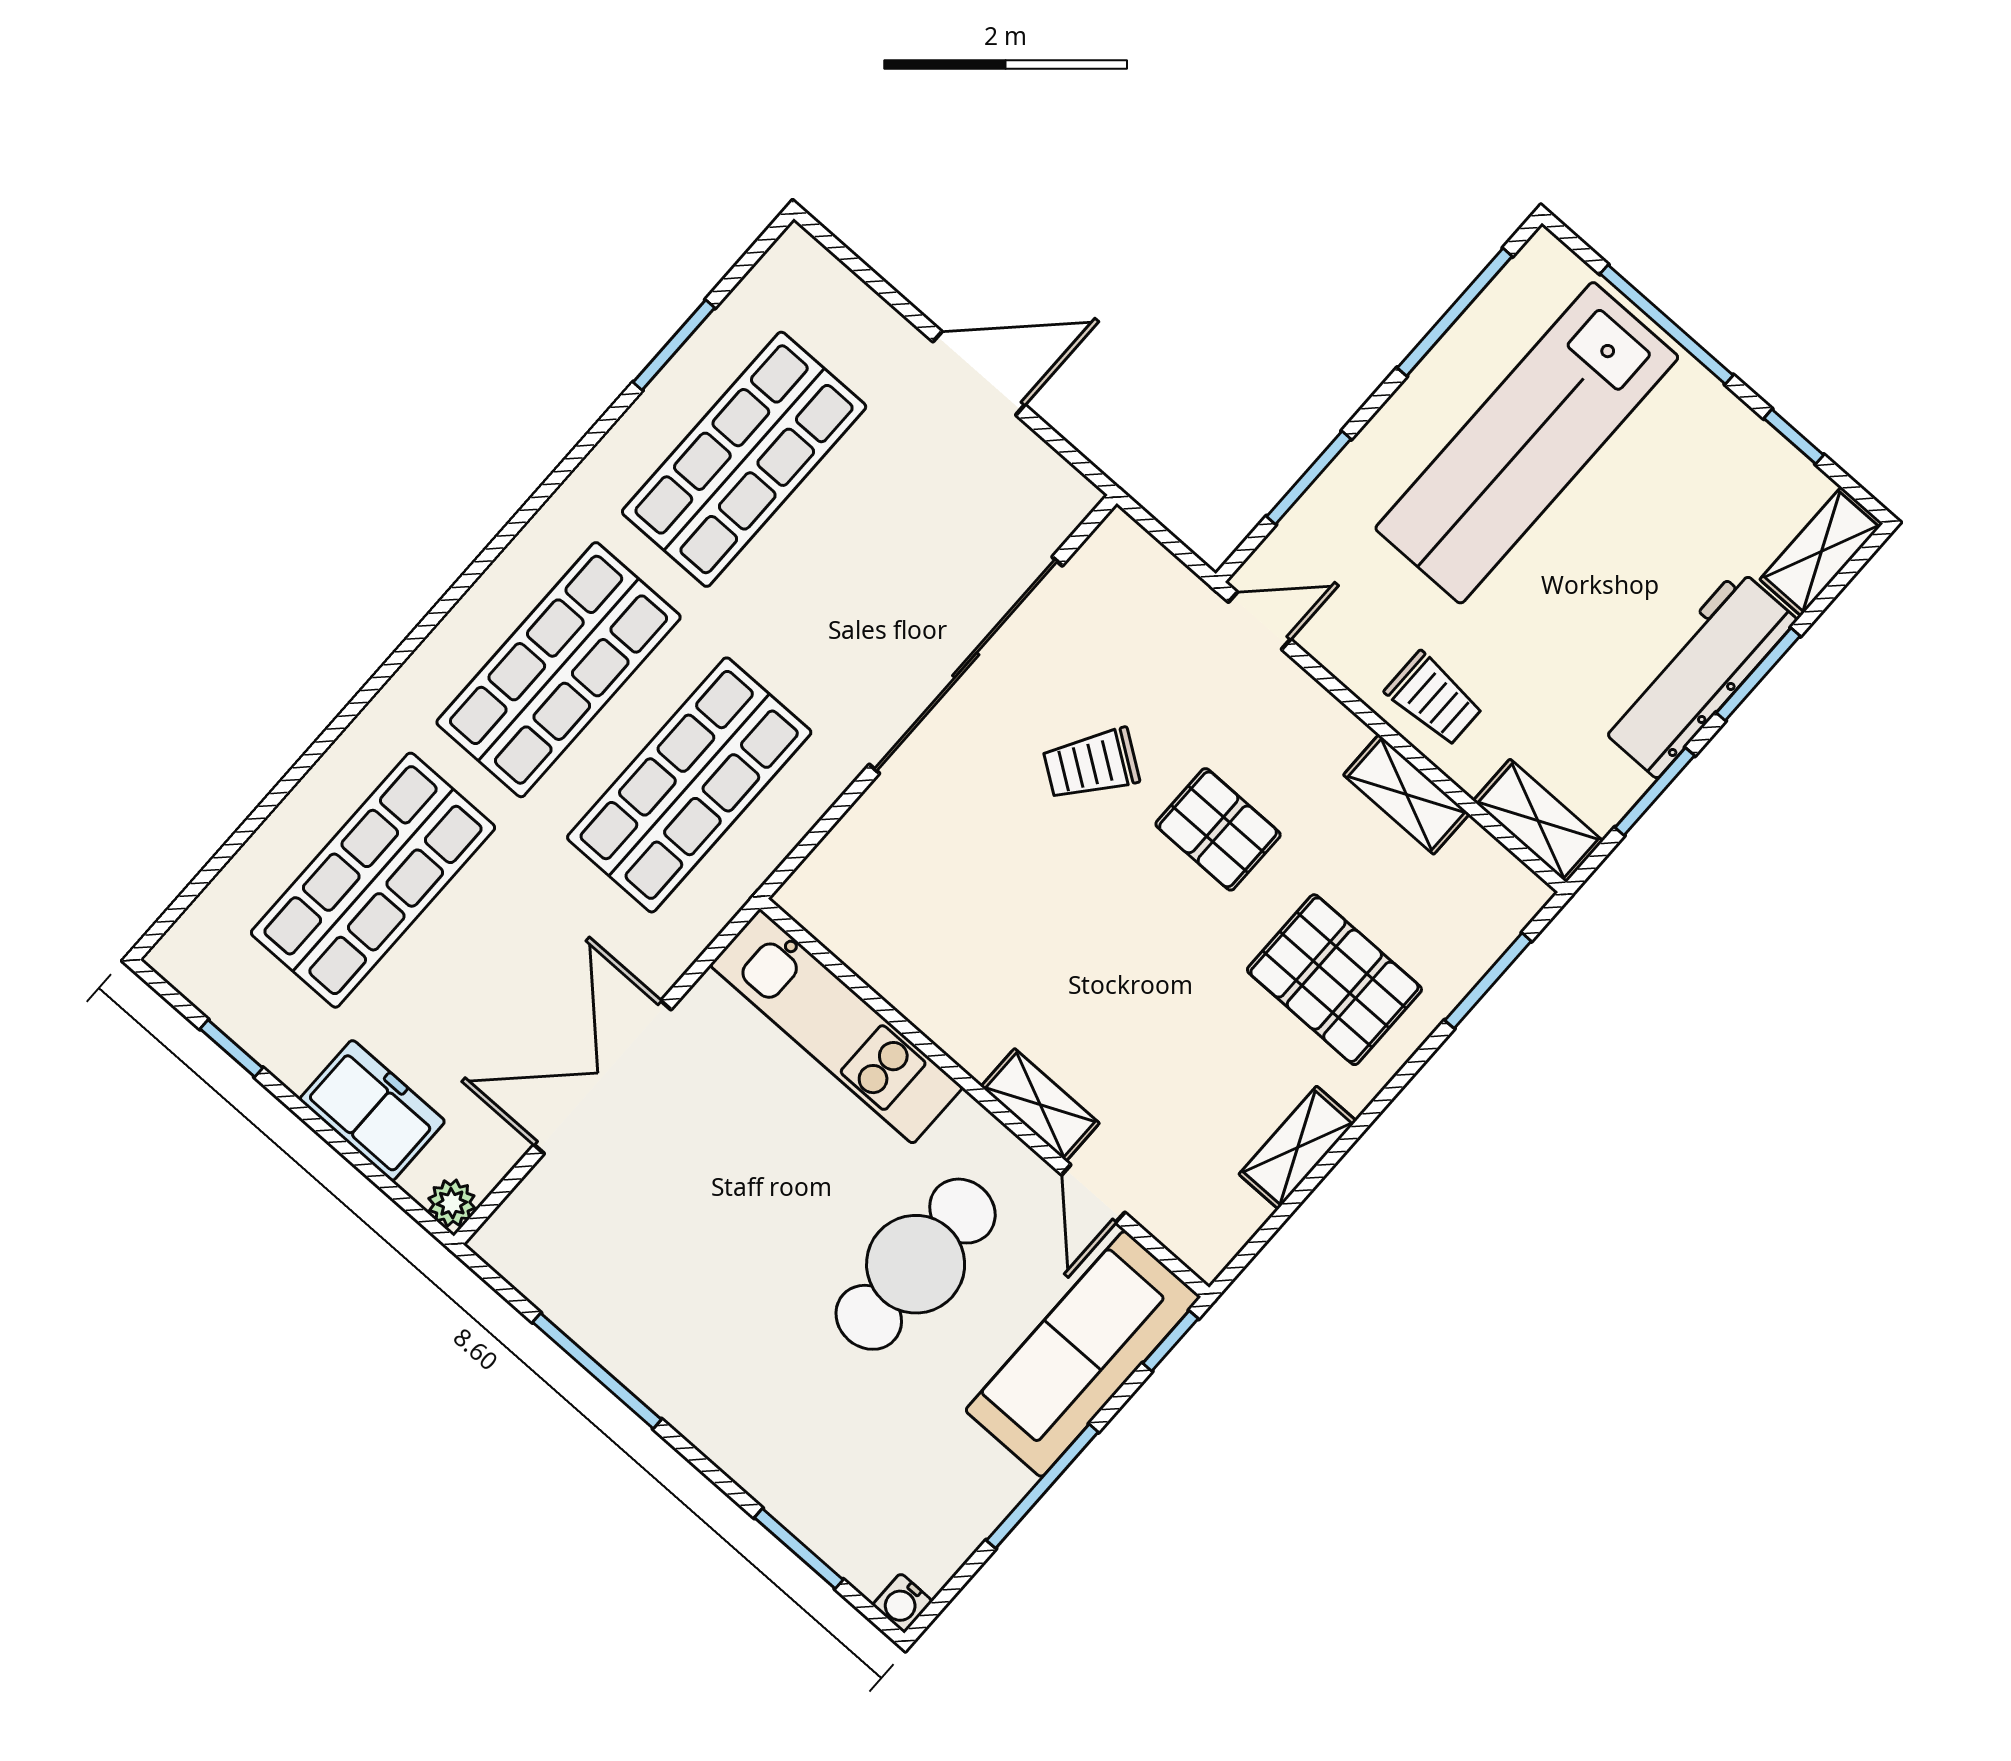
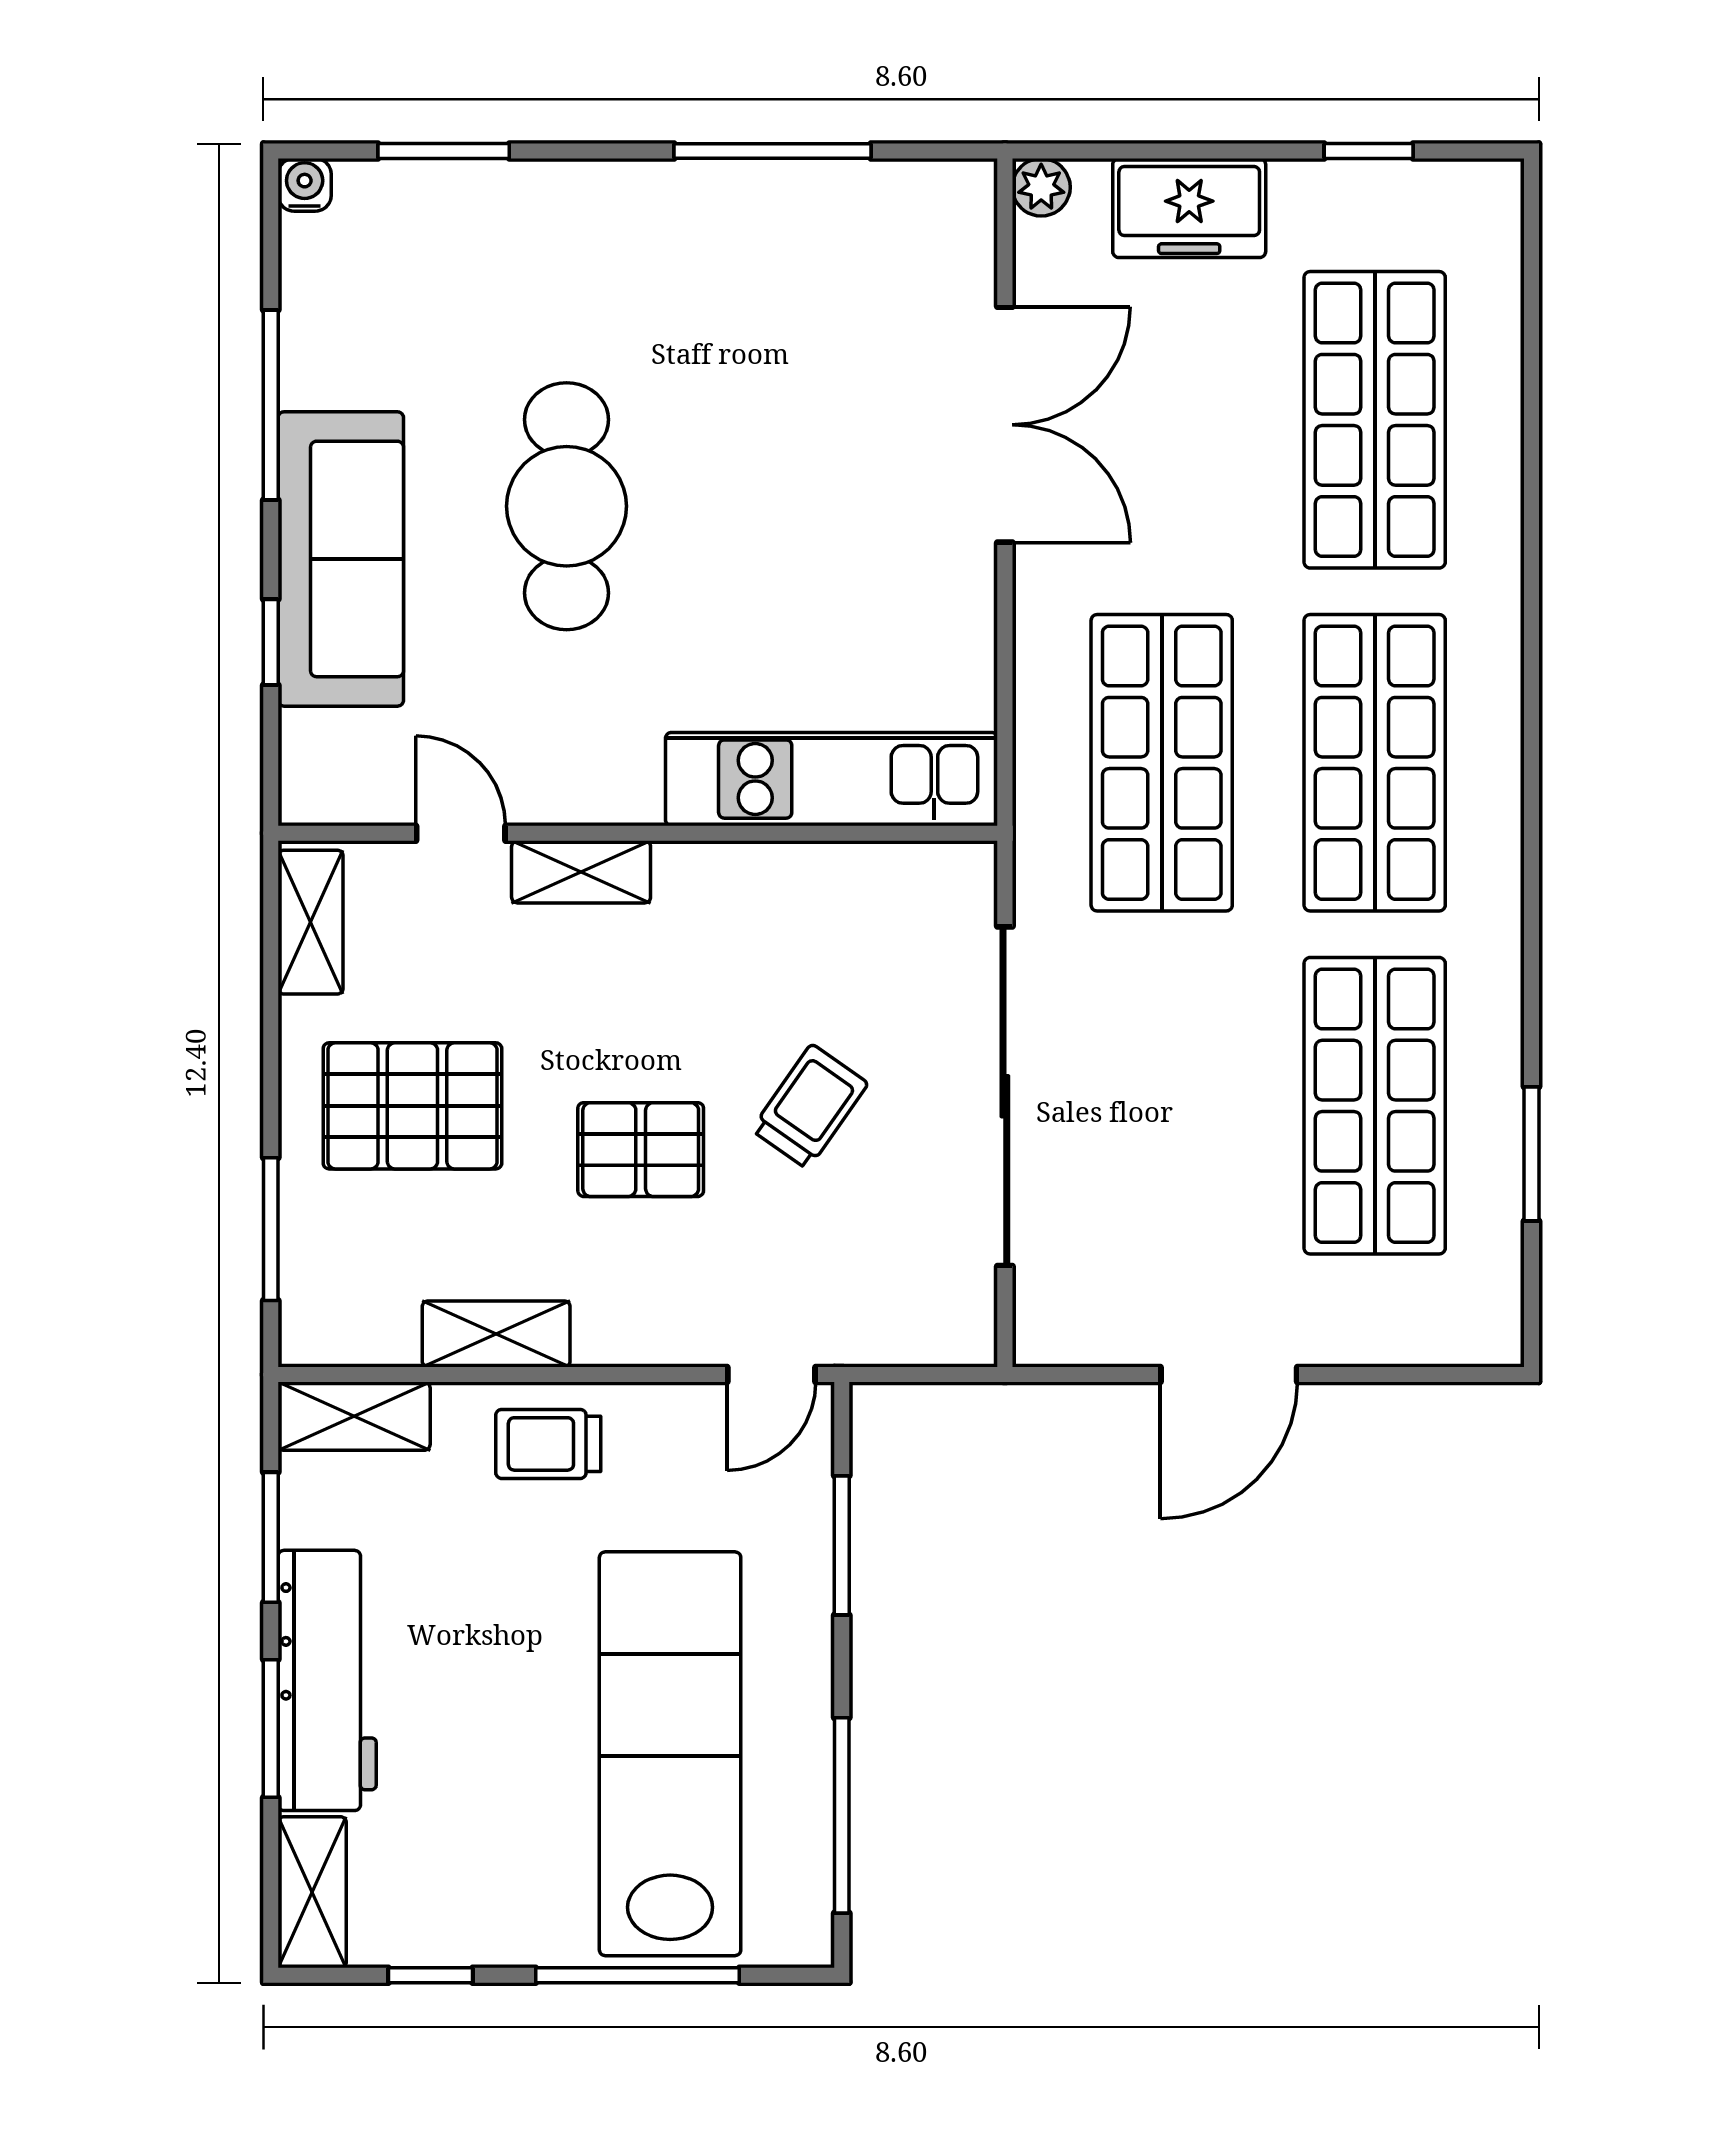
kitchen unit: (836, 1026) -> (832, 779), moved
wall: (985, 1098) -> (638, 833), moved
shelving: (1040, 1105) -> (581, 872), moved
door: (1093, 1194) -> (461, 833), moved

